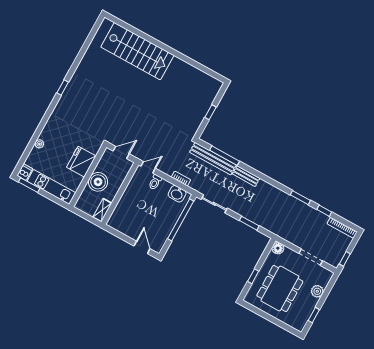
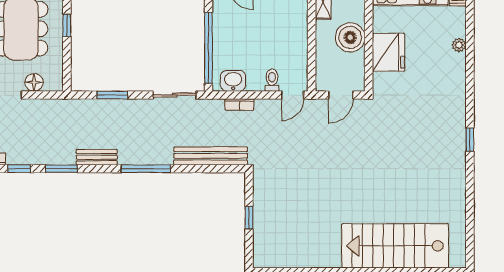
window: (225, 156) -> (146, 169), moved
bench: (246, 176) -> (97, 157), moved
floor lamp: (278, 248) -> (34, 82), moved

